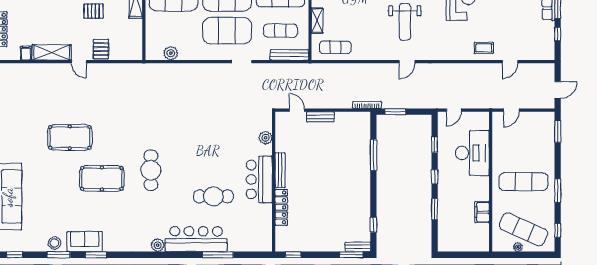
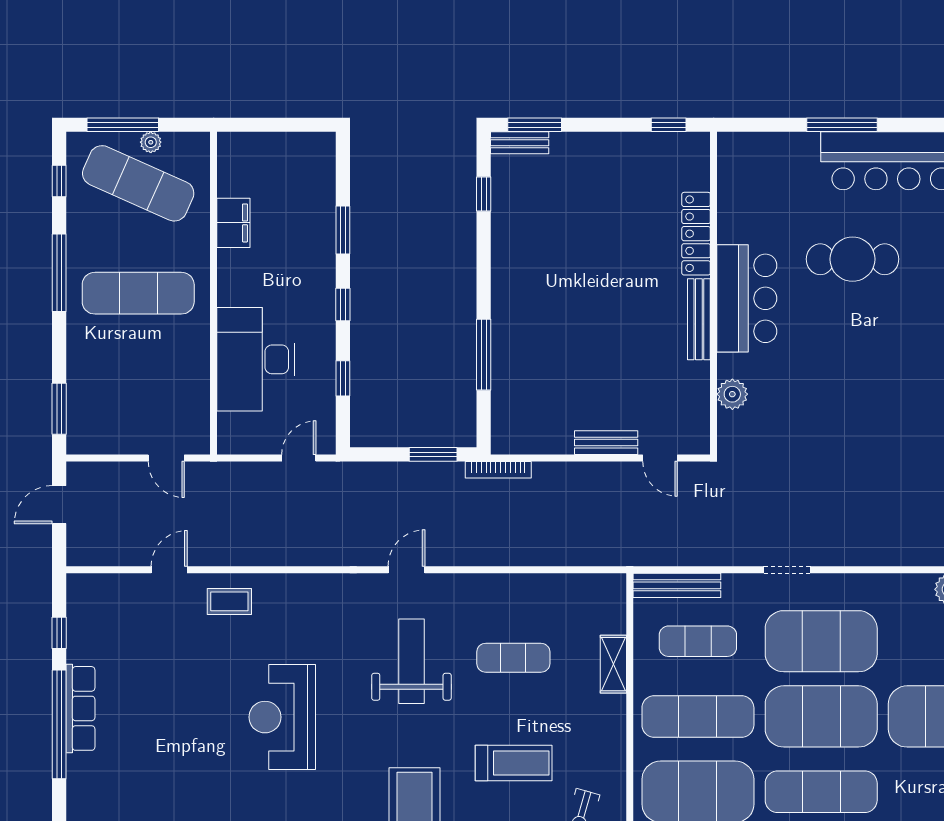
exercise mat: (335, 47) -> (513, 658), moved
door: (511, 110) -> (166, 458), swing flipped
window: (558, 190) -> (59, 273), width x1.44
window: (530, 255) -> (123, 125), added

